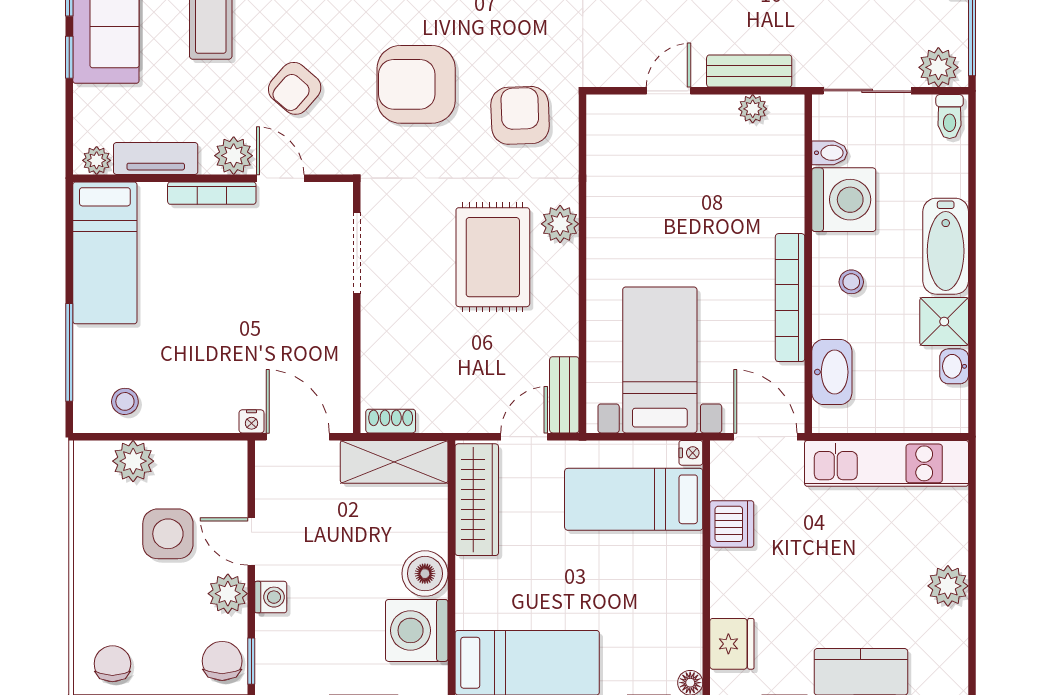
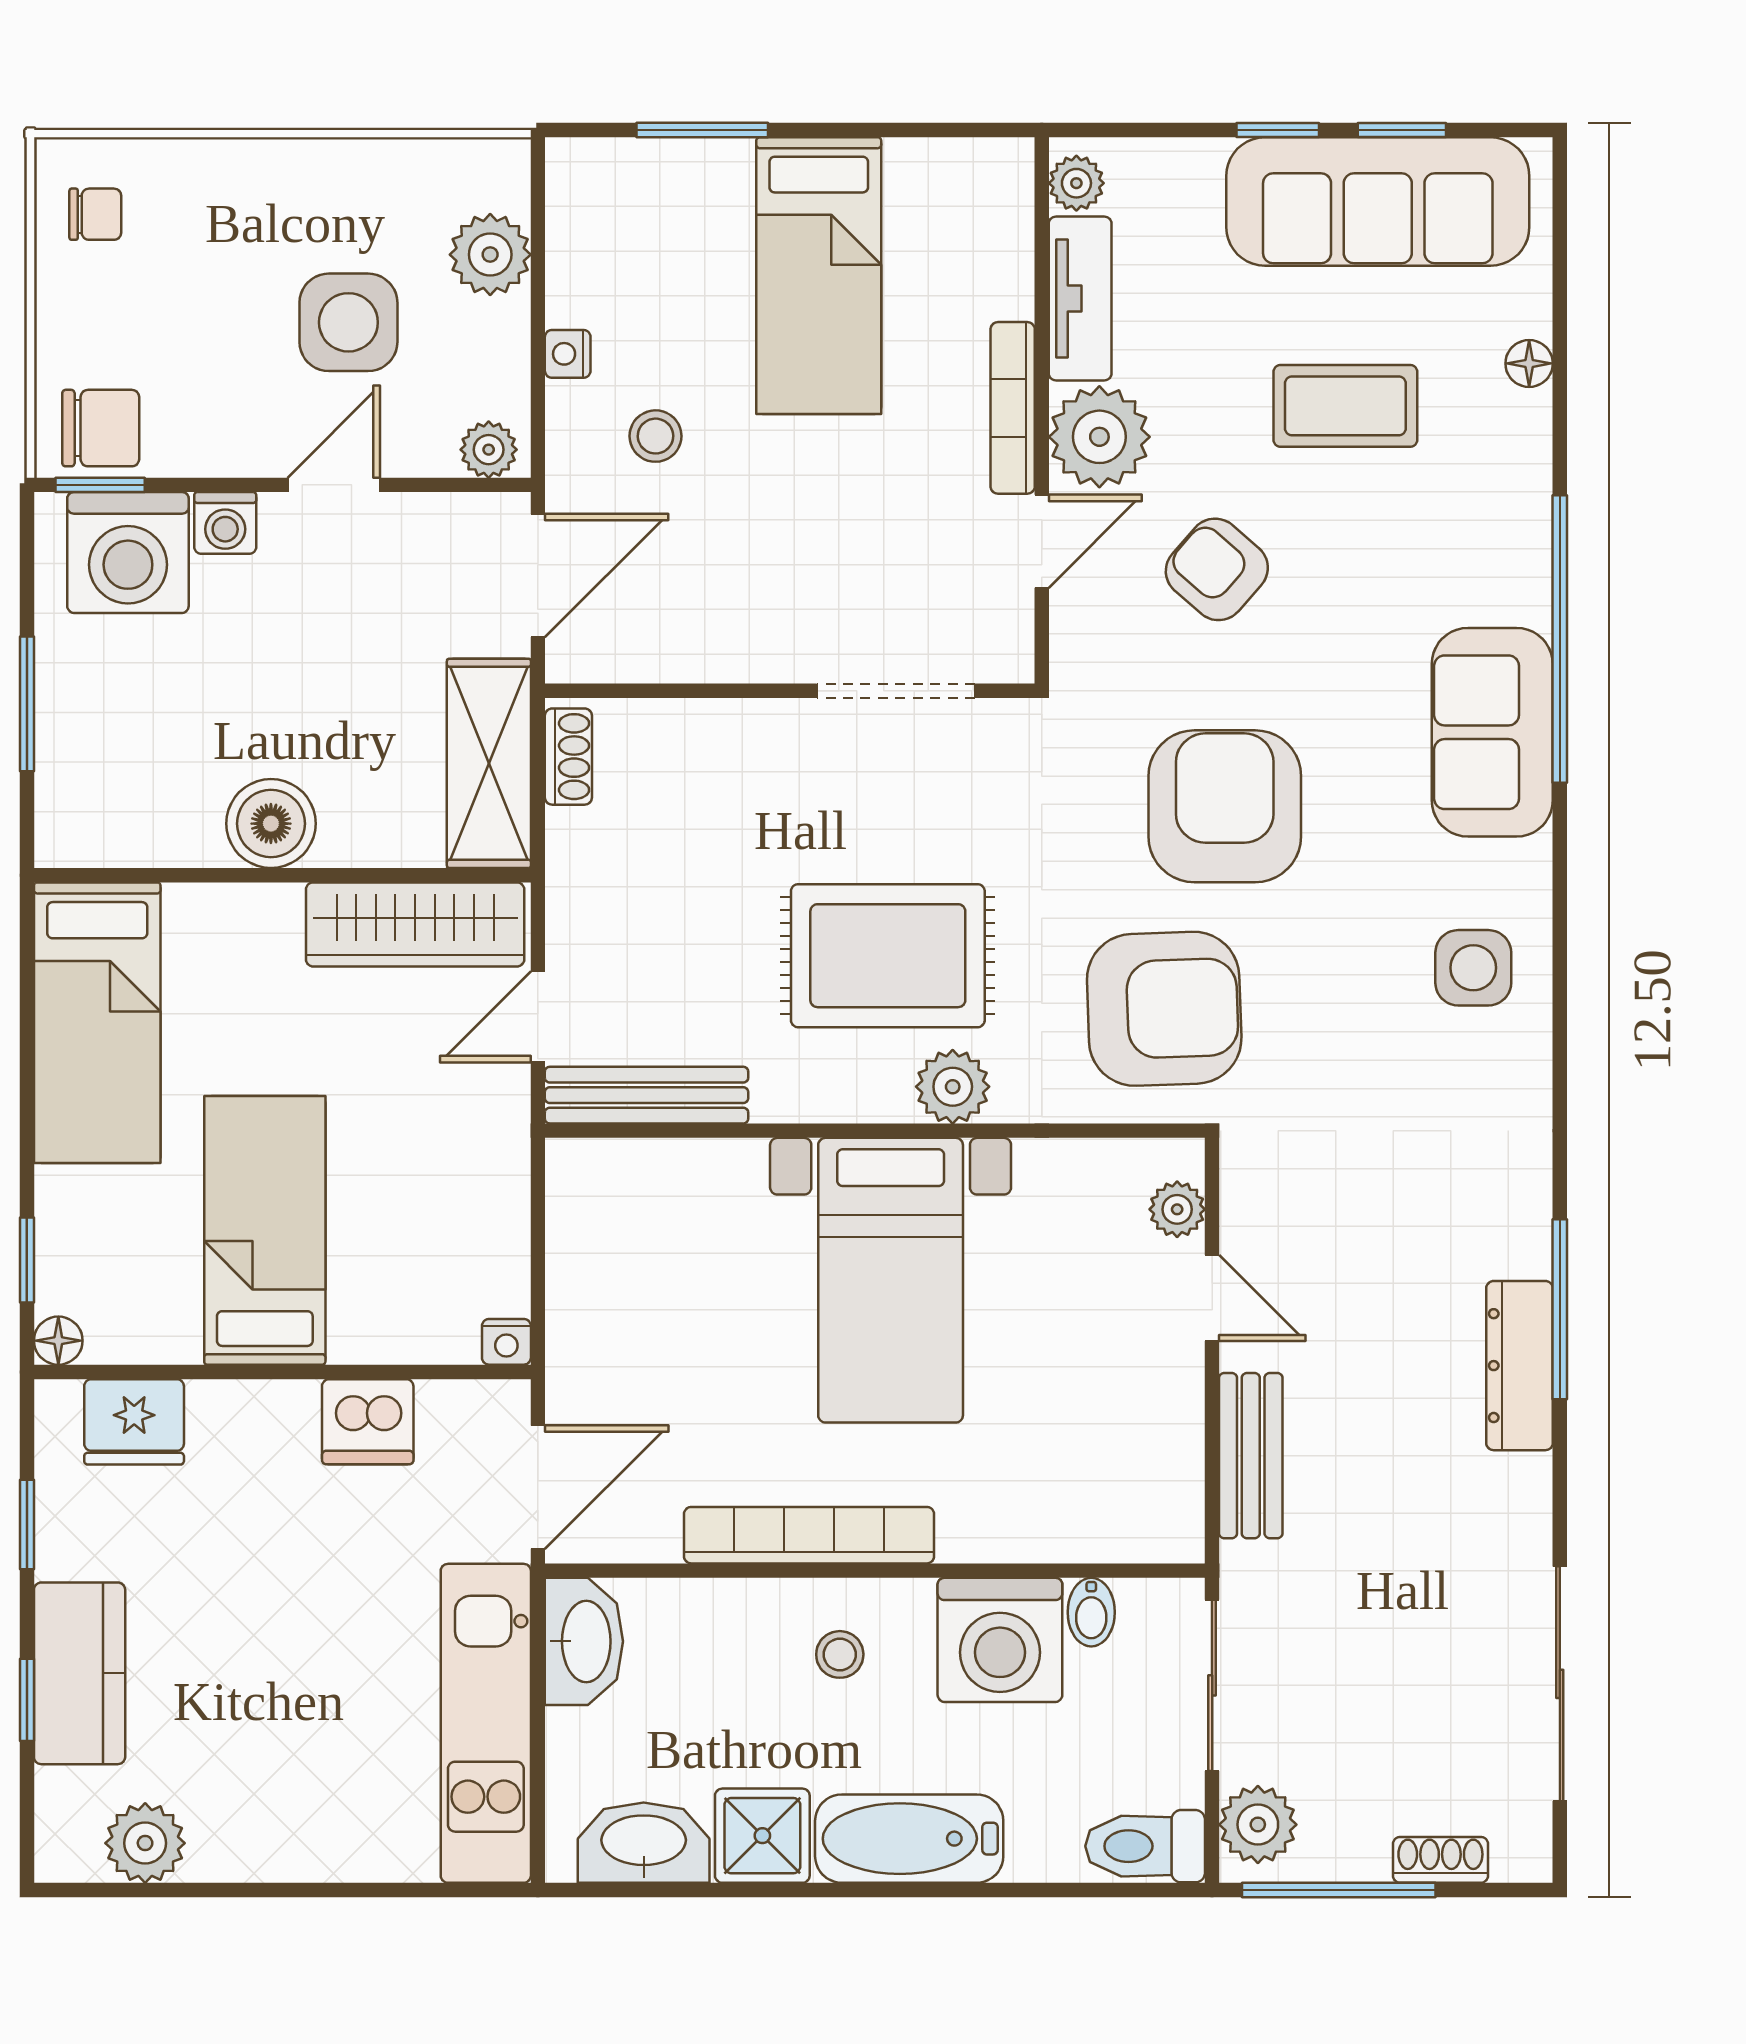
plant: (753, 109) -> (1177, 1209), moved
armchair: (520, 115) -> (1164, 1009), width x1.36, depth x1.36
toilet: (950, 117) -> (1145, 1846), width x1.37, depth x1.39
plant: (234, 156) -> (1099, 437), width x1.36, depth x1.36
bed: (105, 253) -> (819, 276), moved, turned -90
window: (69, 352) -> (702, 130), width x0.69
bed with nightstands: (660, 360) -> (891, 1280), moved, turned 90
washbasin: (954, 366) -> (644, 1843), width x1.91, depth x1.45
washbasin: (832, 372) -> (584, 1641), moved, turned -90
bench: (564, 395) -> (647, 1095), width x1.36
stool: (125, 401) -> (656, 436), moved
nightstand: (252, 421) -> (568, 354), moved
door: (524, 437) -> (538, 1017), swing flipped
bed: (634, 499) -> (265, 1230), moved
plant: (948, 586) -> (145, 1843), moved
plant: (228, 594) -> (489, 450), moved, width x0.73, depth x0.73
washing machine: (417, 630) -> (128, 553), moved, turned 180
chair: (112, 664) -> (95, 214), width x0.73, depth x0.73

